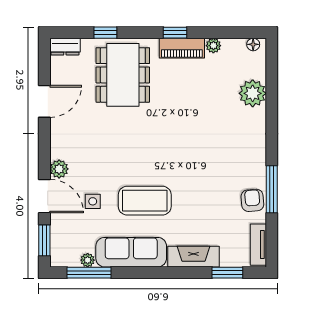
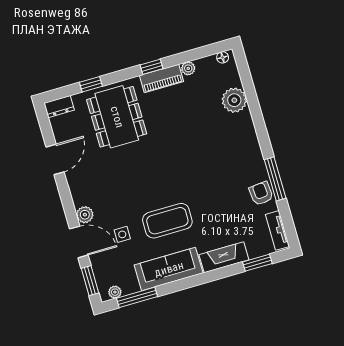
plant: (88, 260) -> (115, 292), moved

